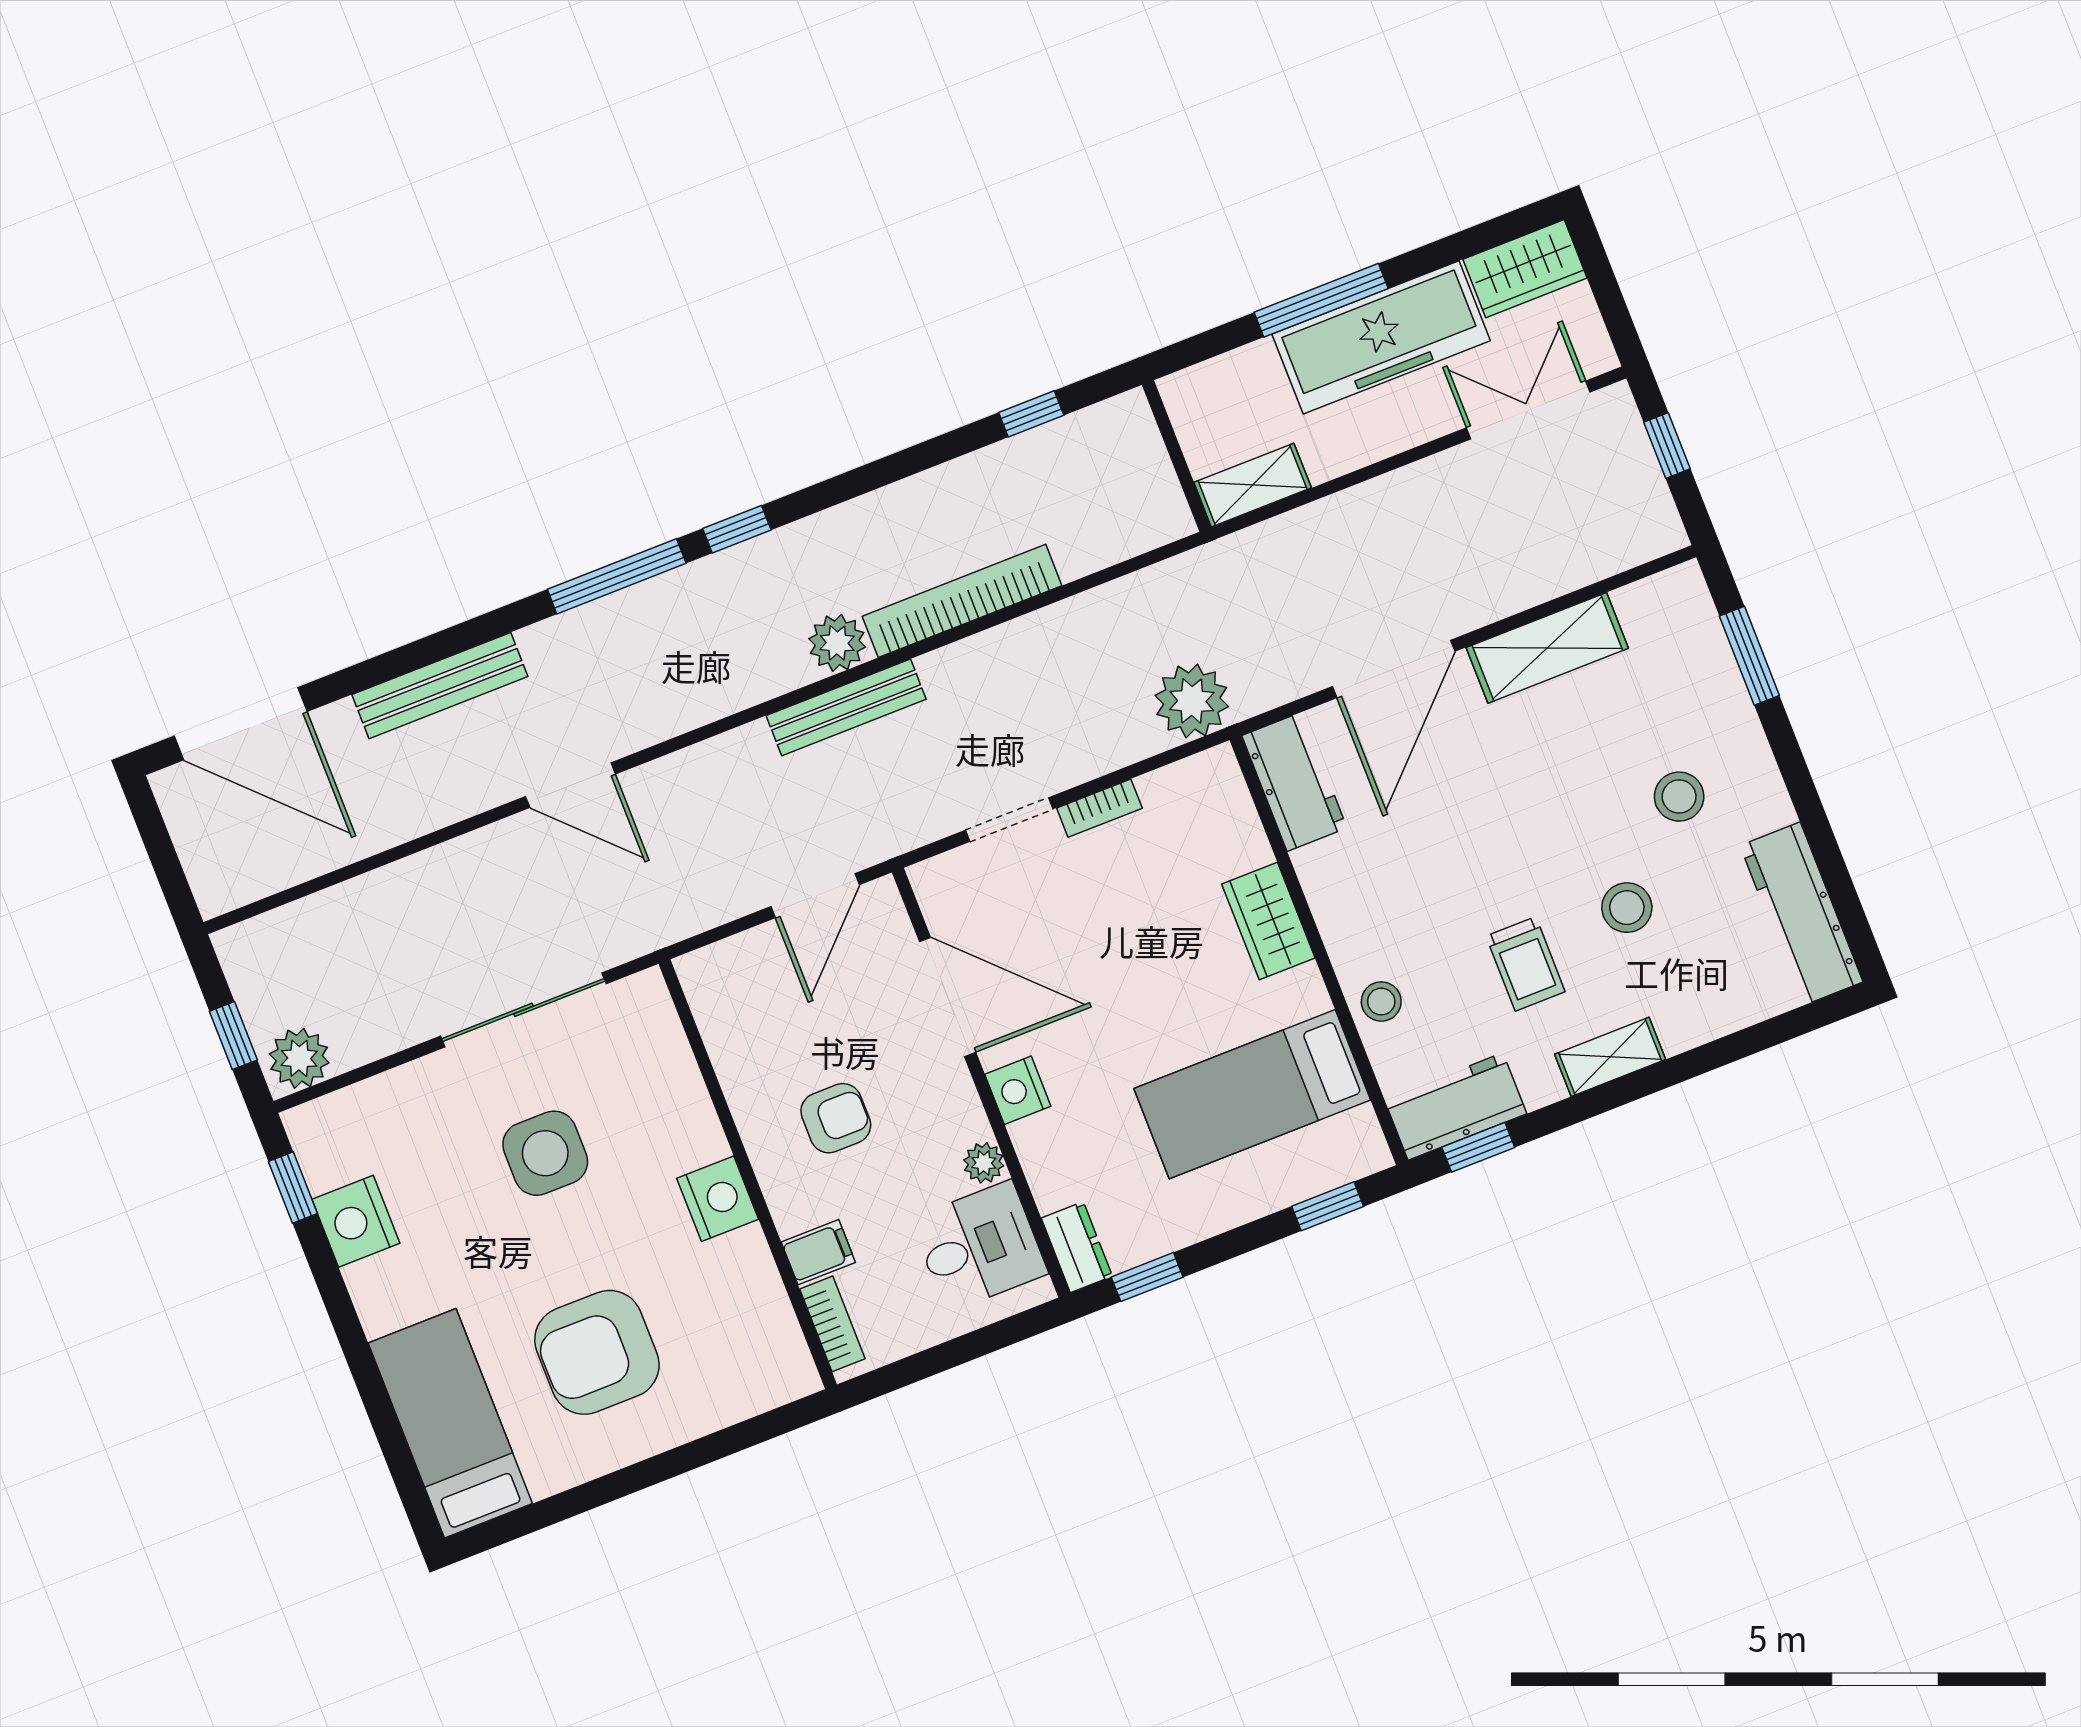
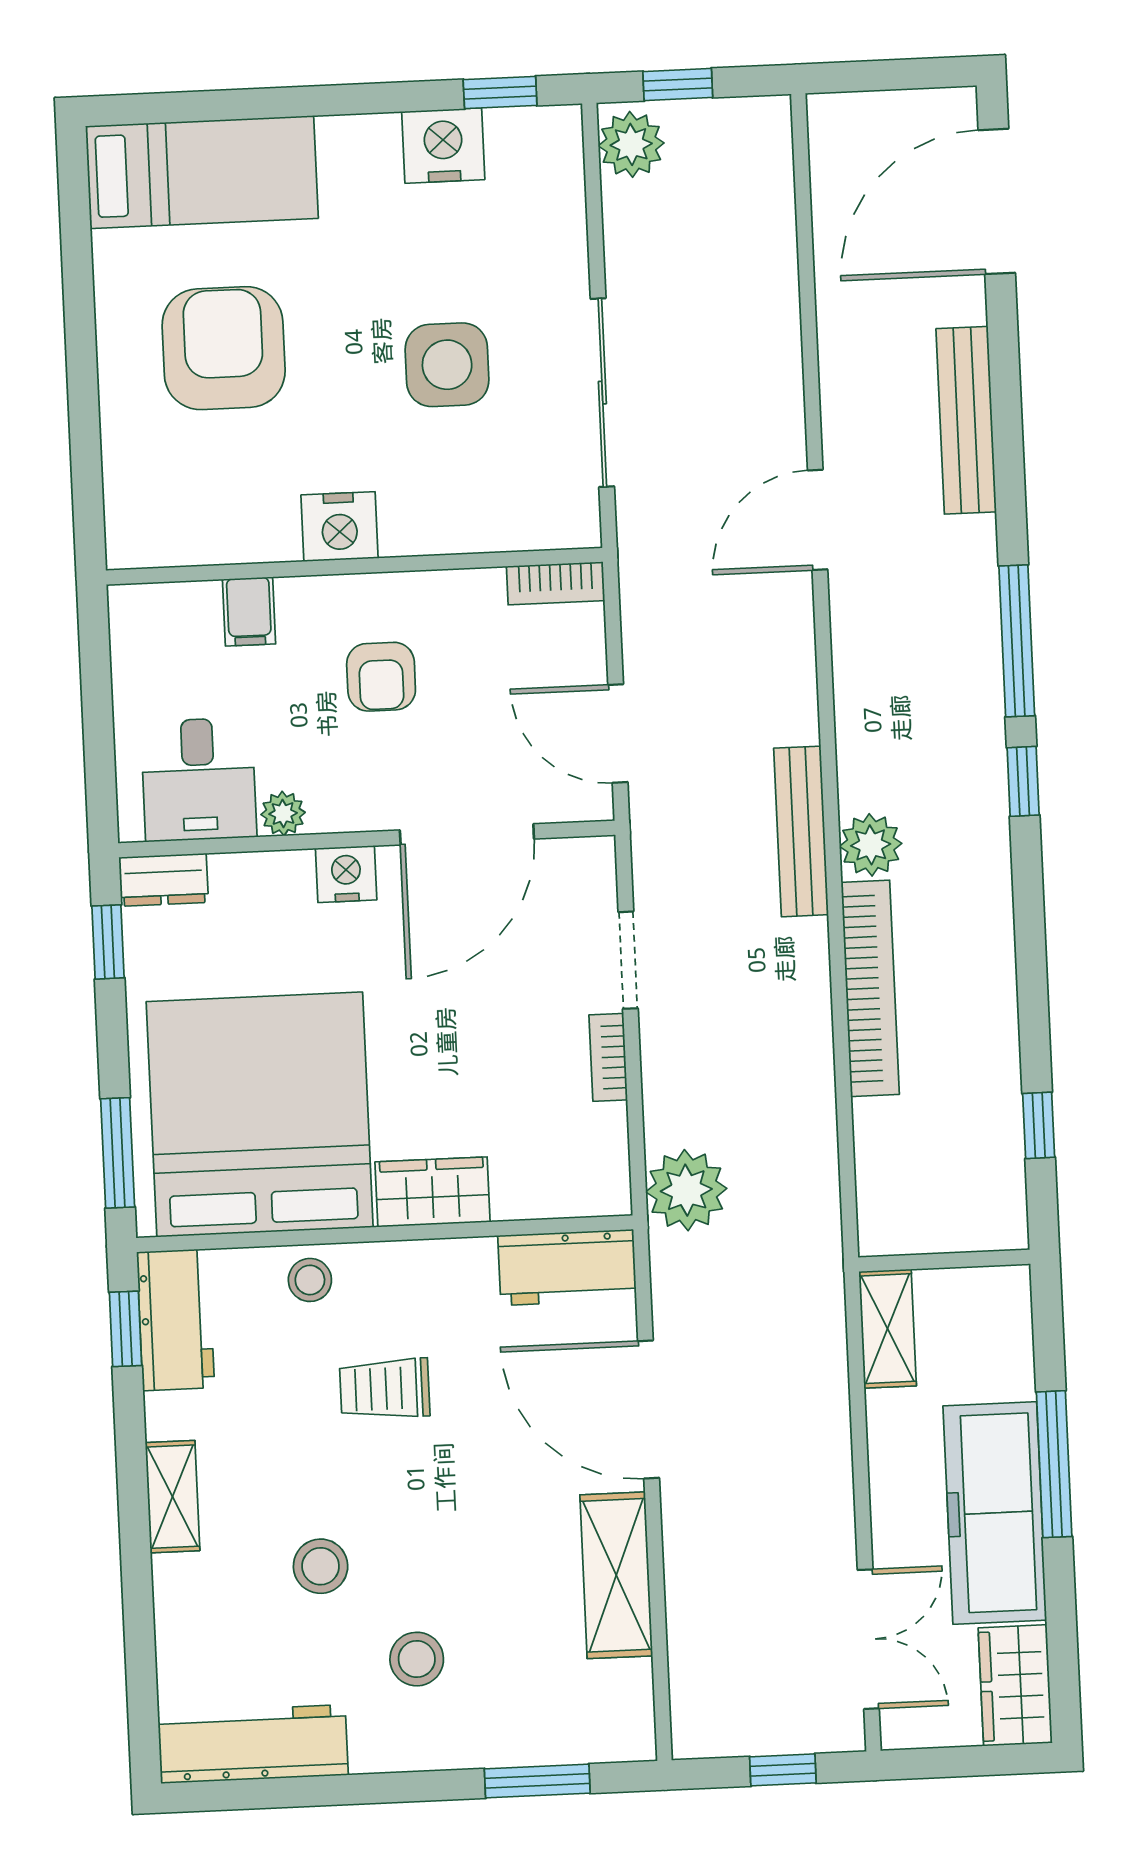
trolley: (1526, 964) -> (385, 1389), moved
bed: (1252, 1094) -> (260, 1114), width x2.04
window: (1328, 1206) -> (118, 1153), width x1.50
bookcase: (832, 1324) -> (556, 583), moved

